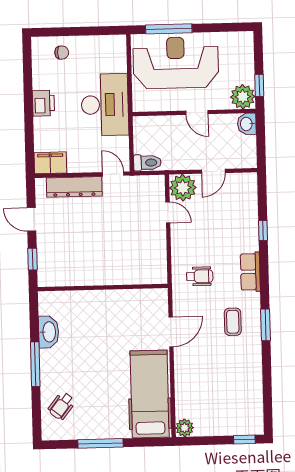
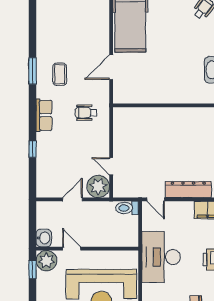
door: (197, 112) -> (72, 249), moved

